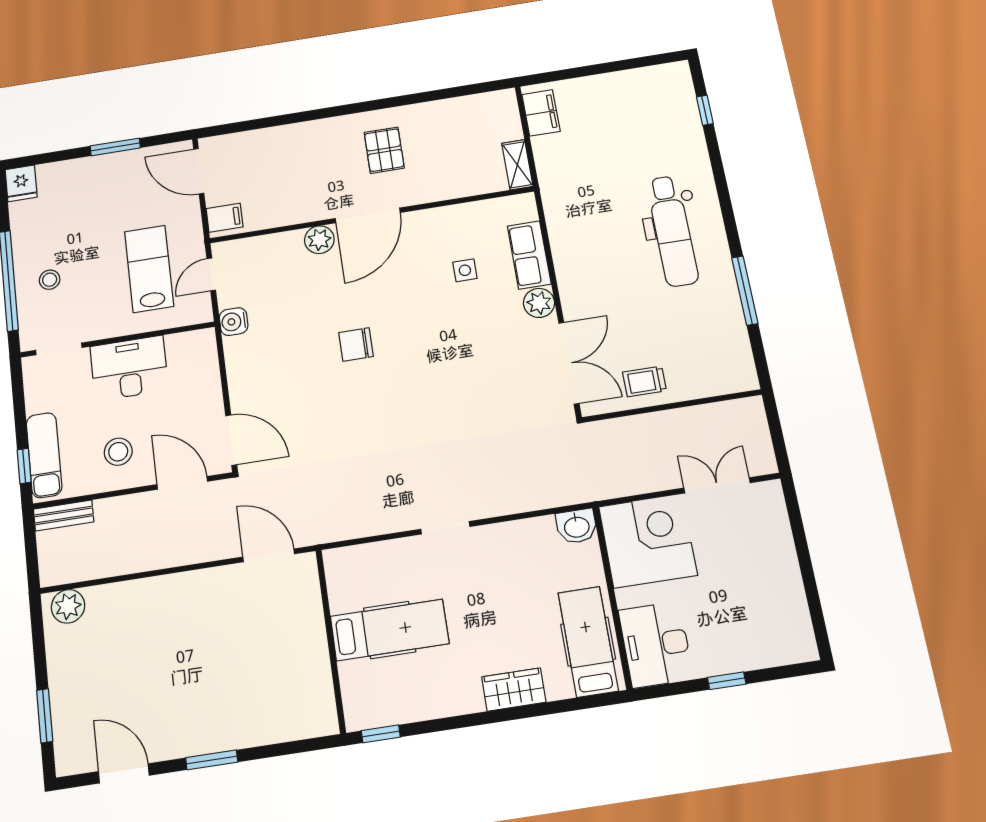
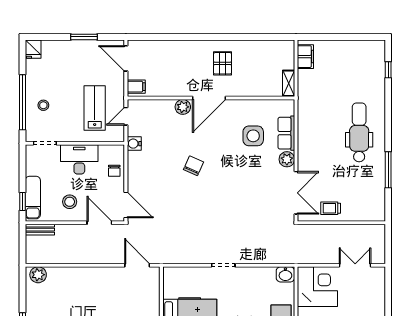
dental chair: (672, 231) -> (359, 132), turned 180
side table: (465, 270) -> (253, 136), width x1.87, depth x1.87
chair: (356, 344) -> (194, 166), turned 114
chair: (200, 379) -> (114, 171), added

